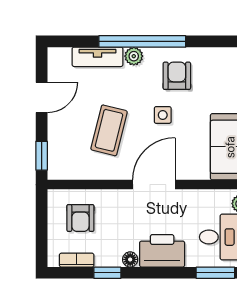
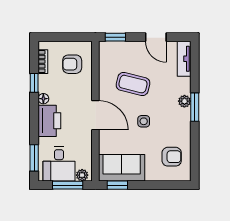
window: (142, 41) -> (195, 107), width x0.47
tv unit: (98, 57) -> (184, 59), moved
armchair: (177, 76) -> (172, 157), moved

